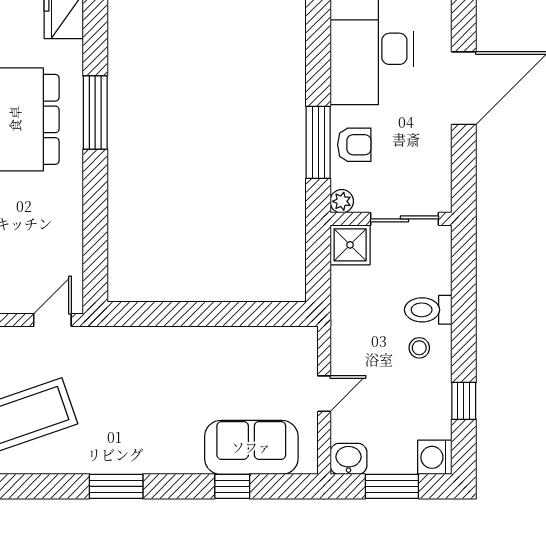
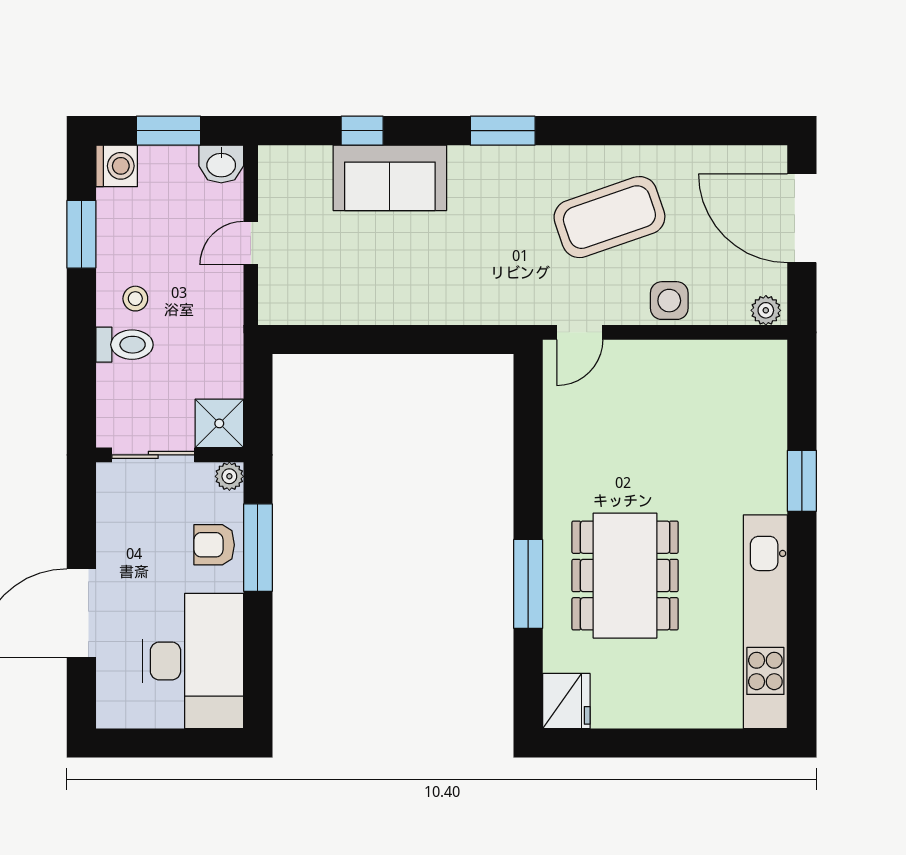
window: (464, 401) -> (81, 234), width x1.50
sofa: (251, 447) -> (390, 178), moved

